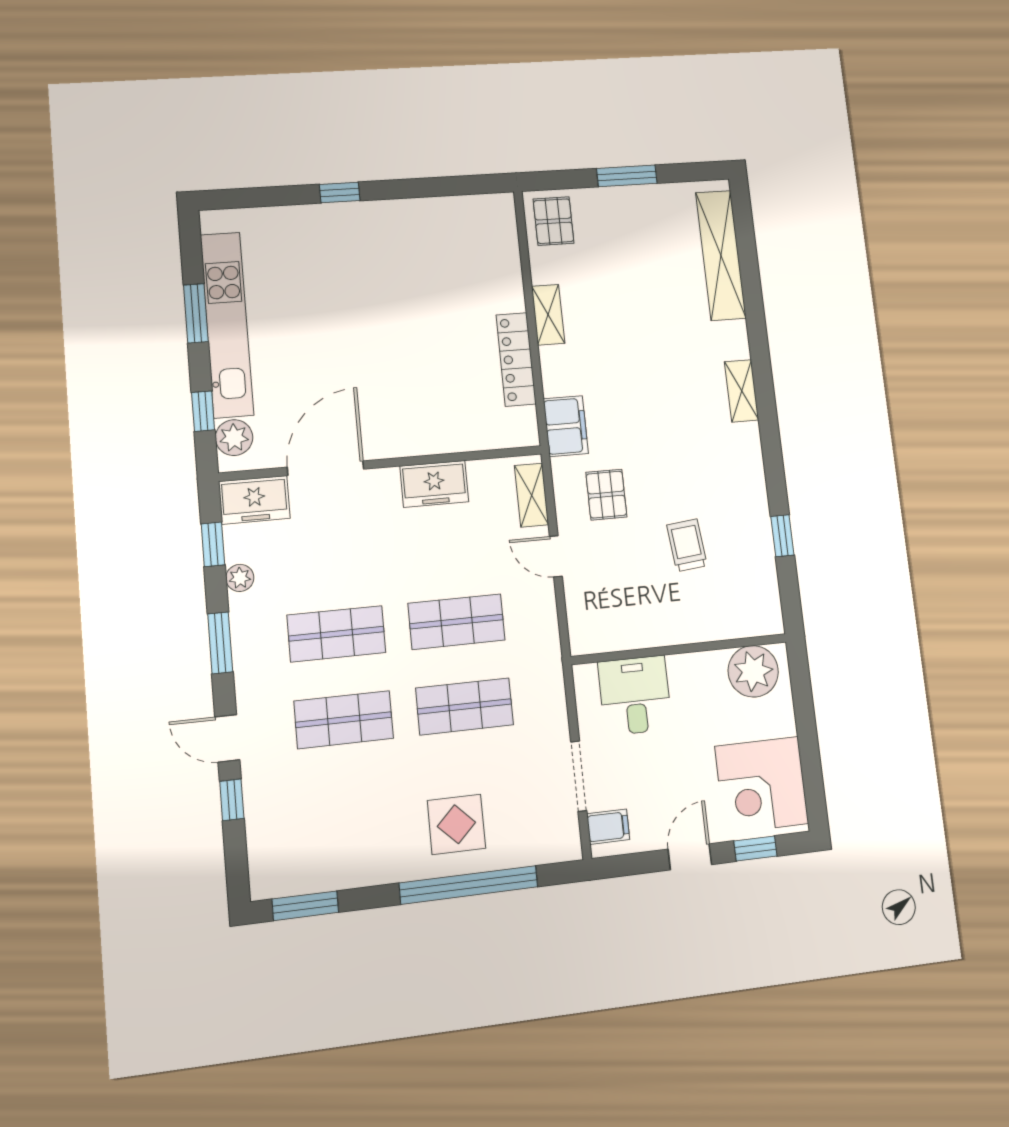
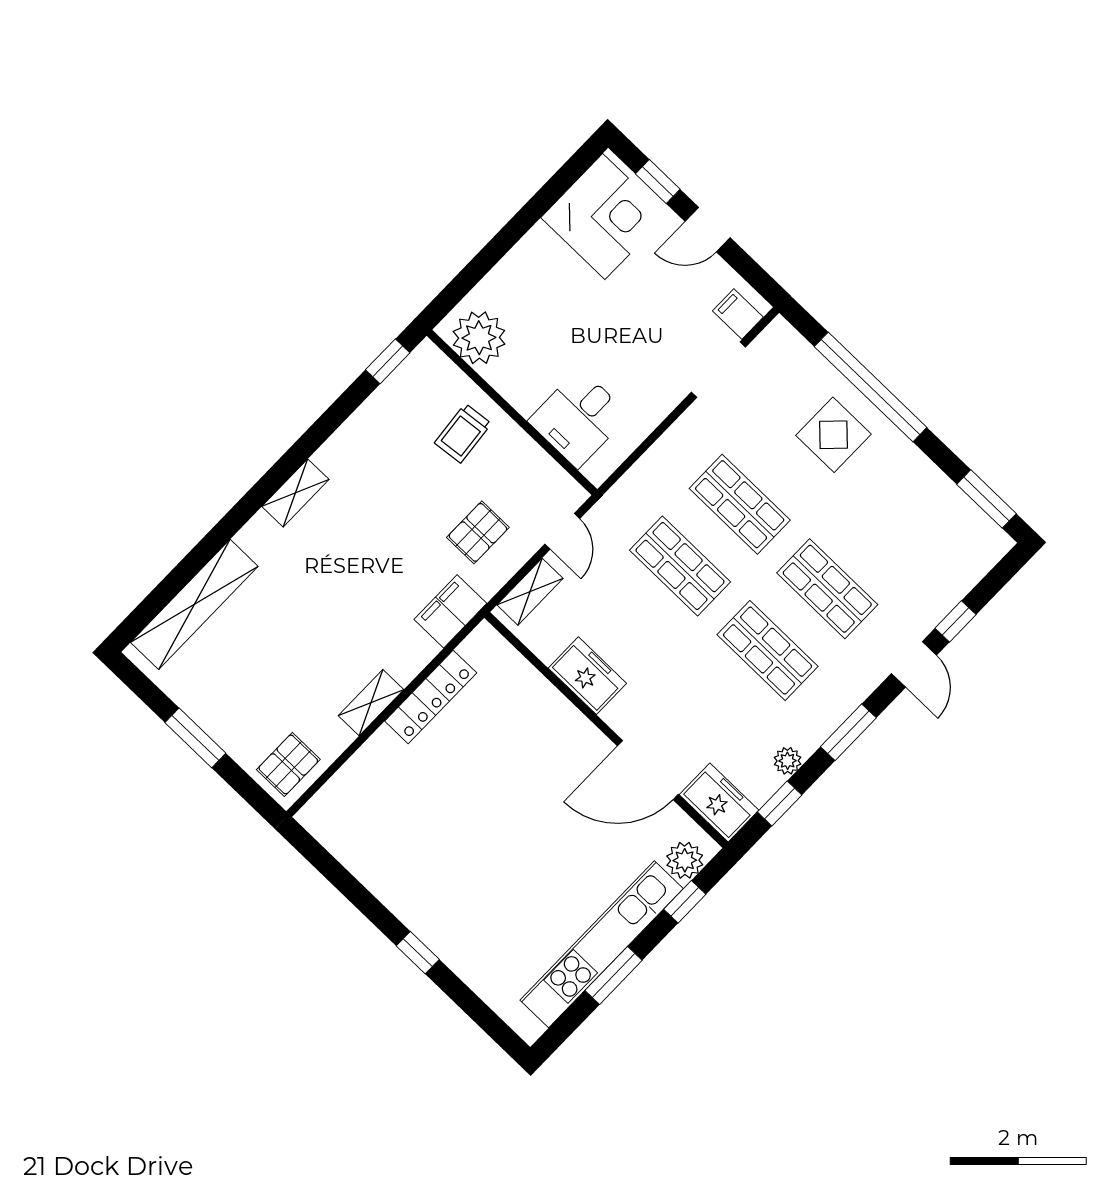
wall: (679, 649) -> (512, 412), moved
plant: (753, 671) -> (479, 338), moved
desk: (635, 695) -> (579, 418), moved

